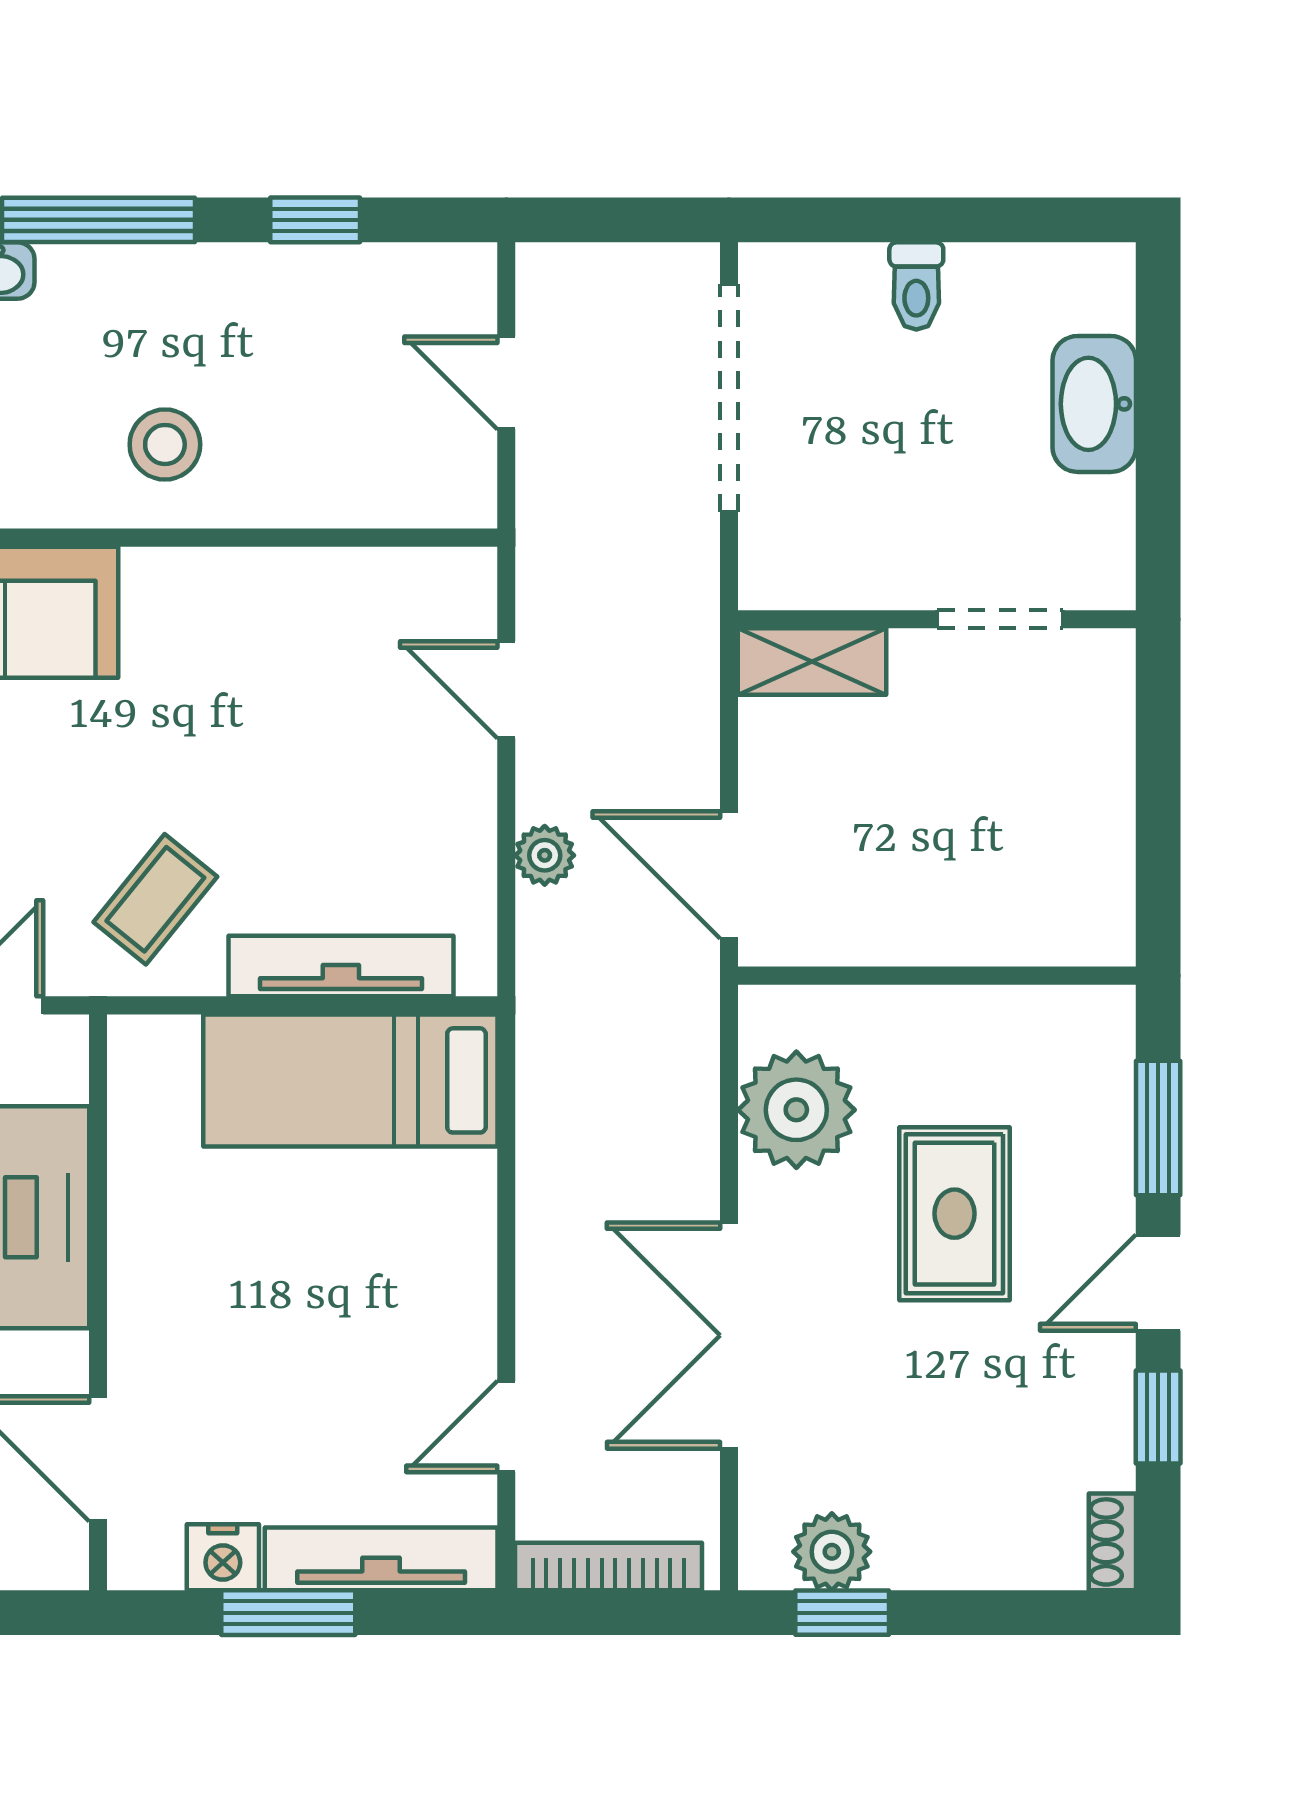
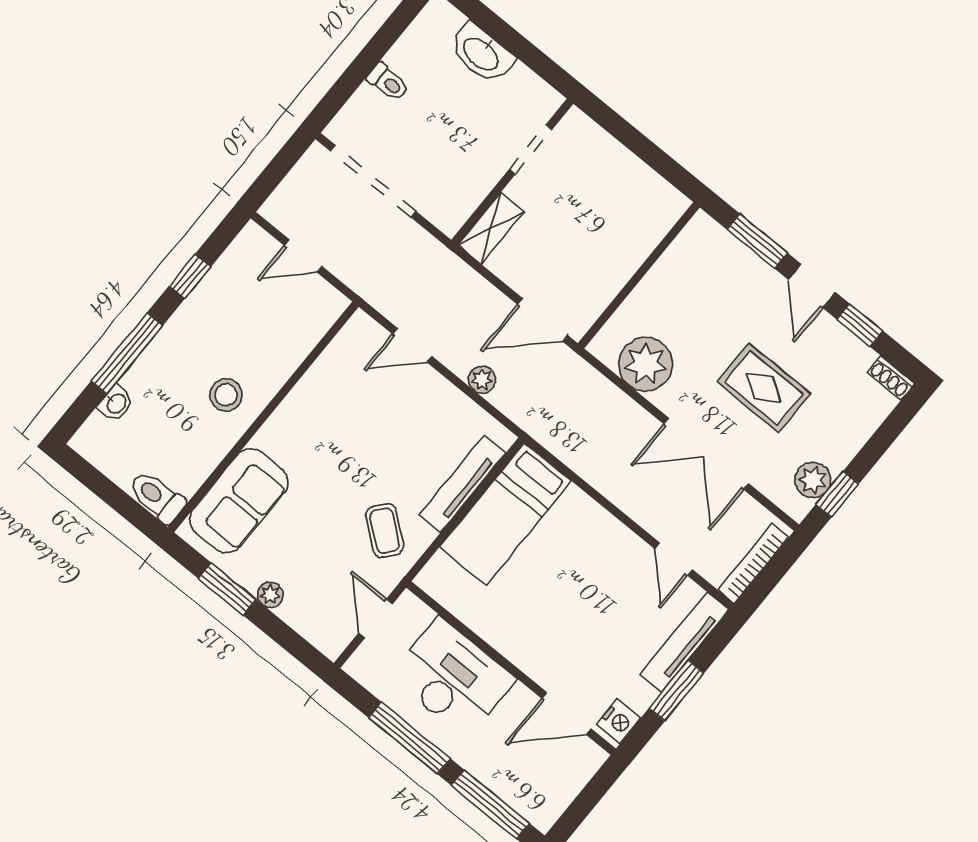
rug: (954, 1214) -> (764, 388), moved
nightstand: (223, 1557) -> (619, 721), moved

